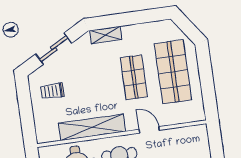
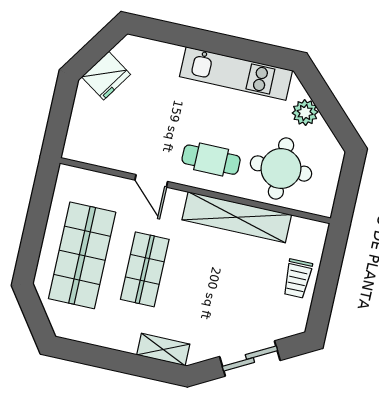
trolley: (52, 91) -> (297, 278), moved, turned 90

